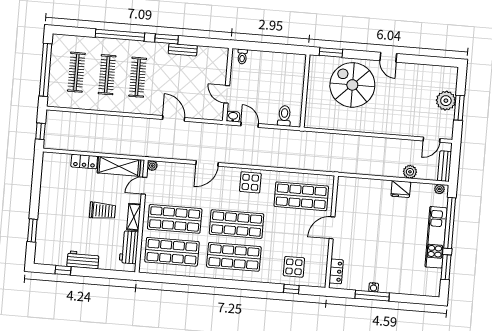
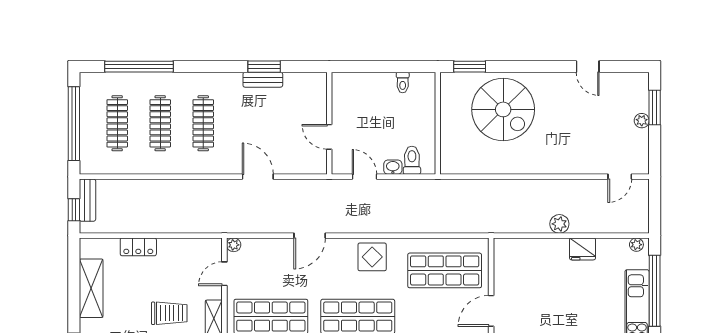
window: (120, 35) -> (139, 67), moved
window: (167, 39) -> (264, 67), moved
toilet: (242, 57) -> (403, 83), moved
door: (388, 57) -> (588, 67), moved
spiral stairs: (352, 85) -> (503, 109), turned 180
plant: (446, 101) -> (642, 121), width x0.53, depth x0.53
window: (459, 108) -> (655, 108), moved
washbasin: (233, 117) -> (393, 167), moved
shelving: (119, 166) -> (91, 288), moved, turned 90
bench: (445, 166) -> (87, 200), moved
plant: (410, 172) -> (559, 224), moved

